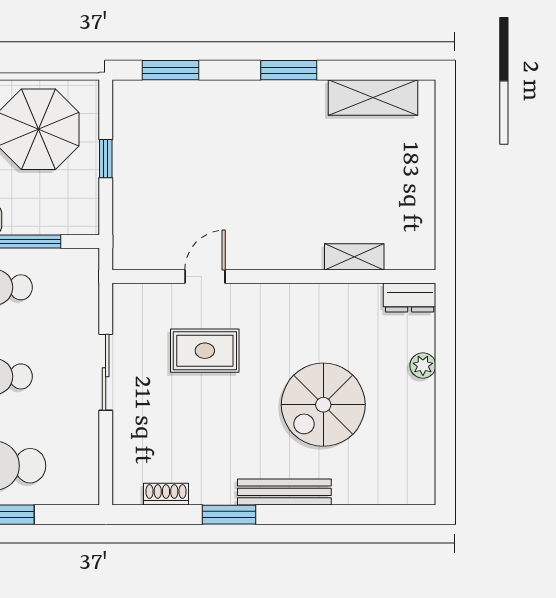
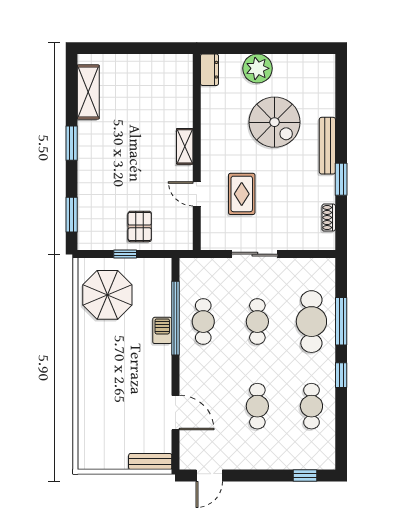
pallet: (151, 182) -> (140, 226), added
shelving: (354, 257) -> (185, 146), moved
plant: (423, 365) -> (258, 68), width x1.87, depth x1.87

